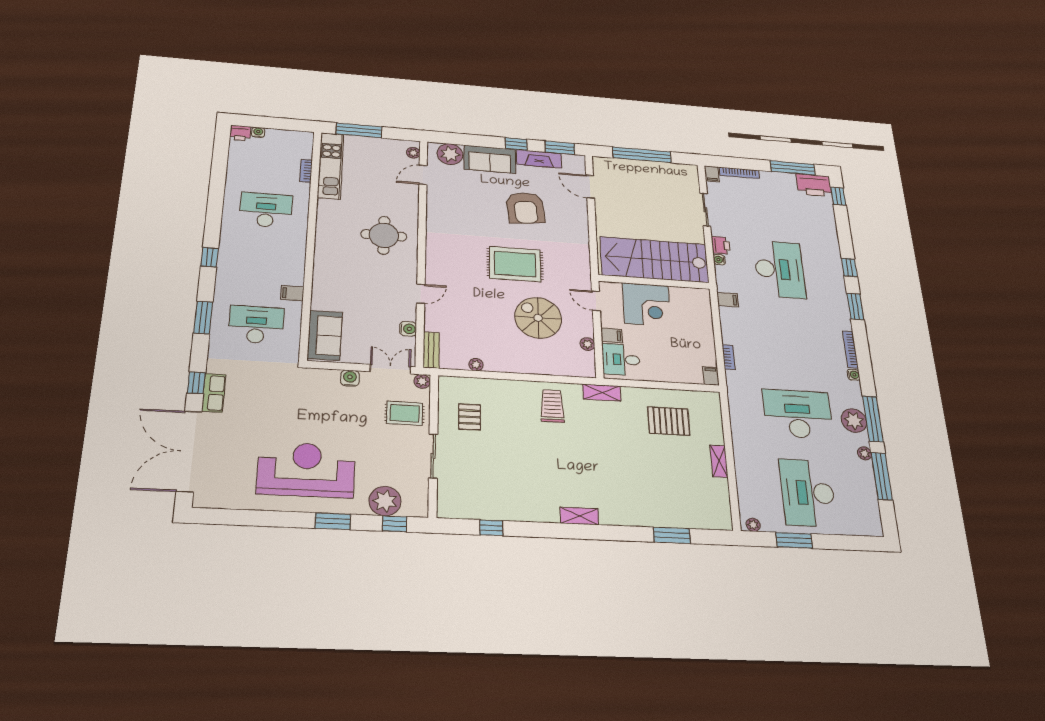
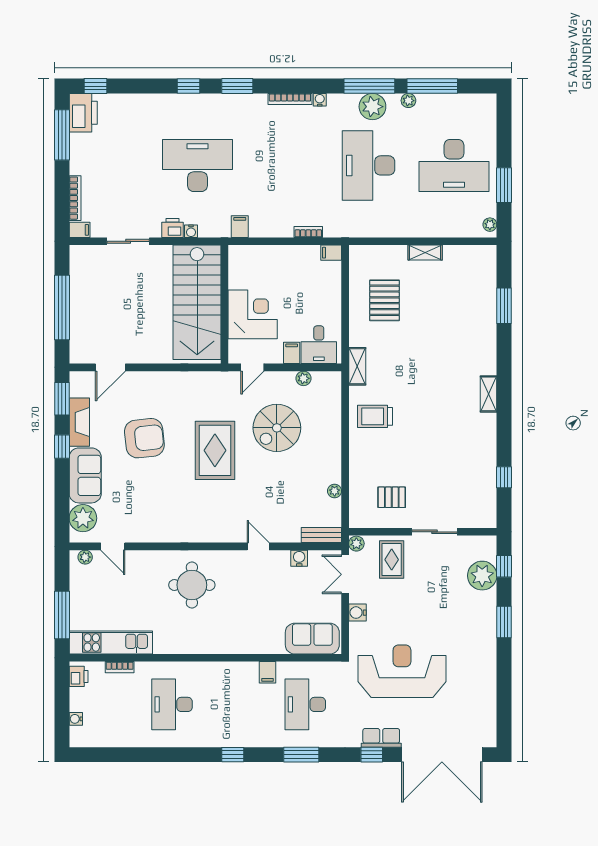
printer: (240, 133) -> (79, 676), moved
reception desk: (306, 470) -> (402, 671), moved, turned 90

